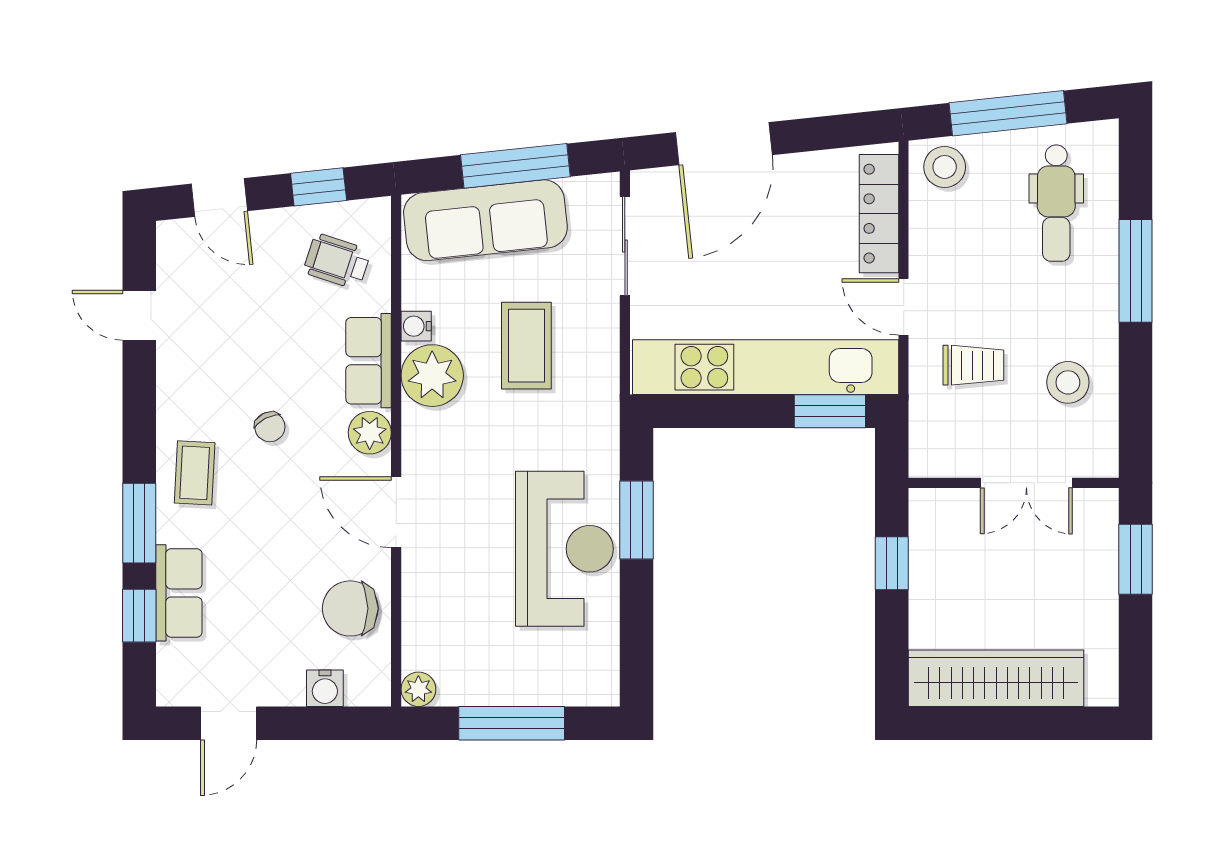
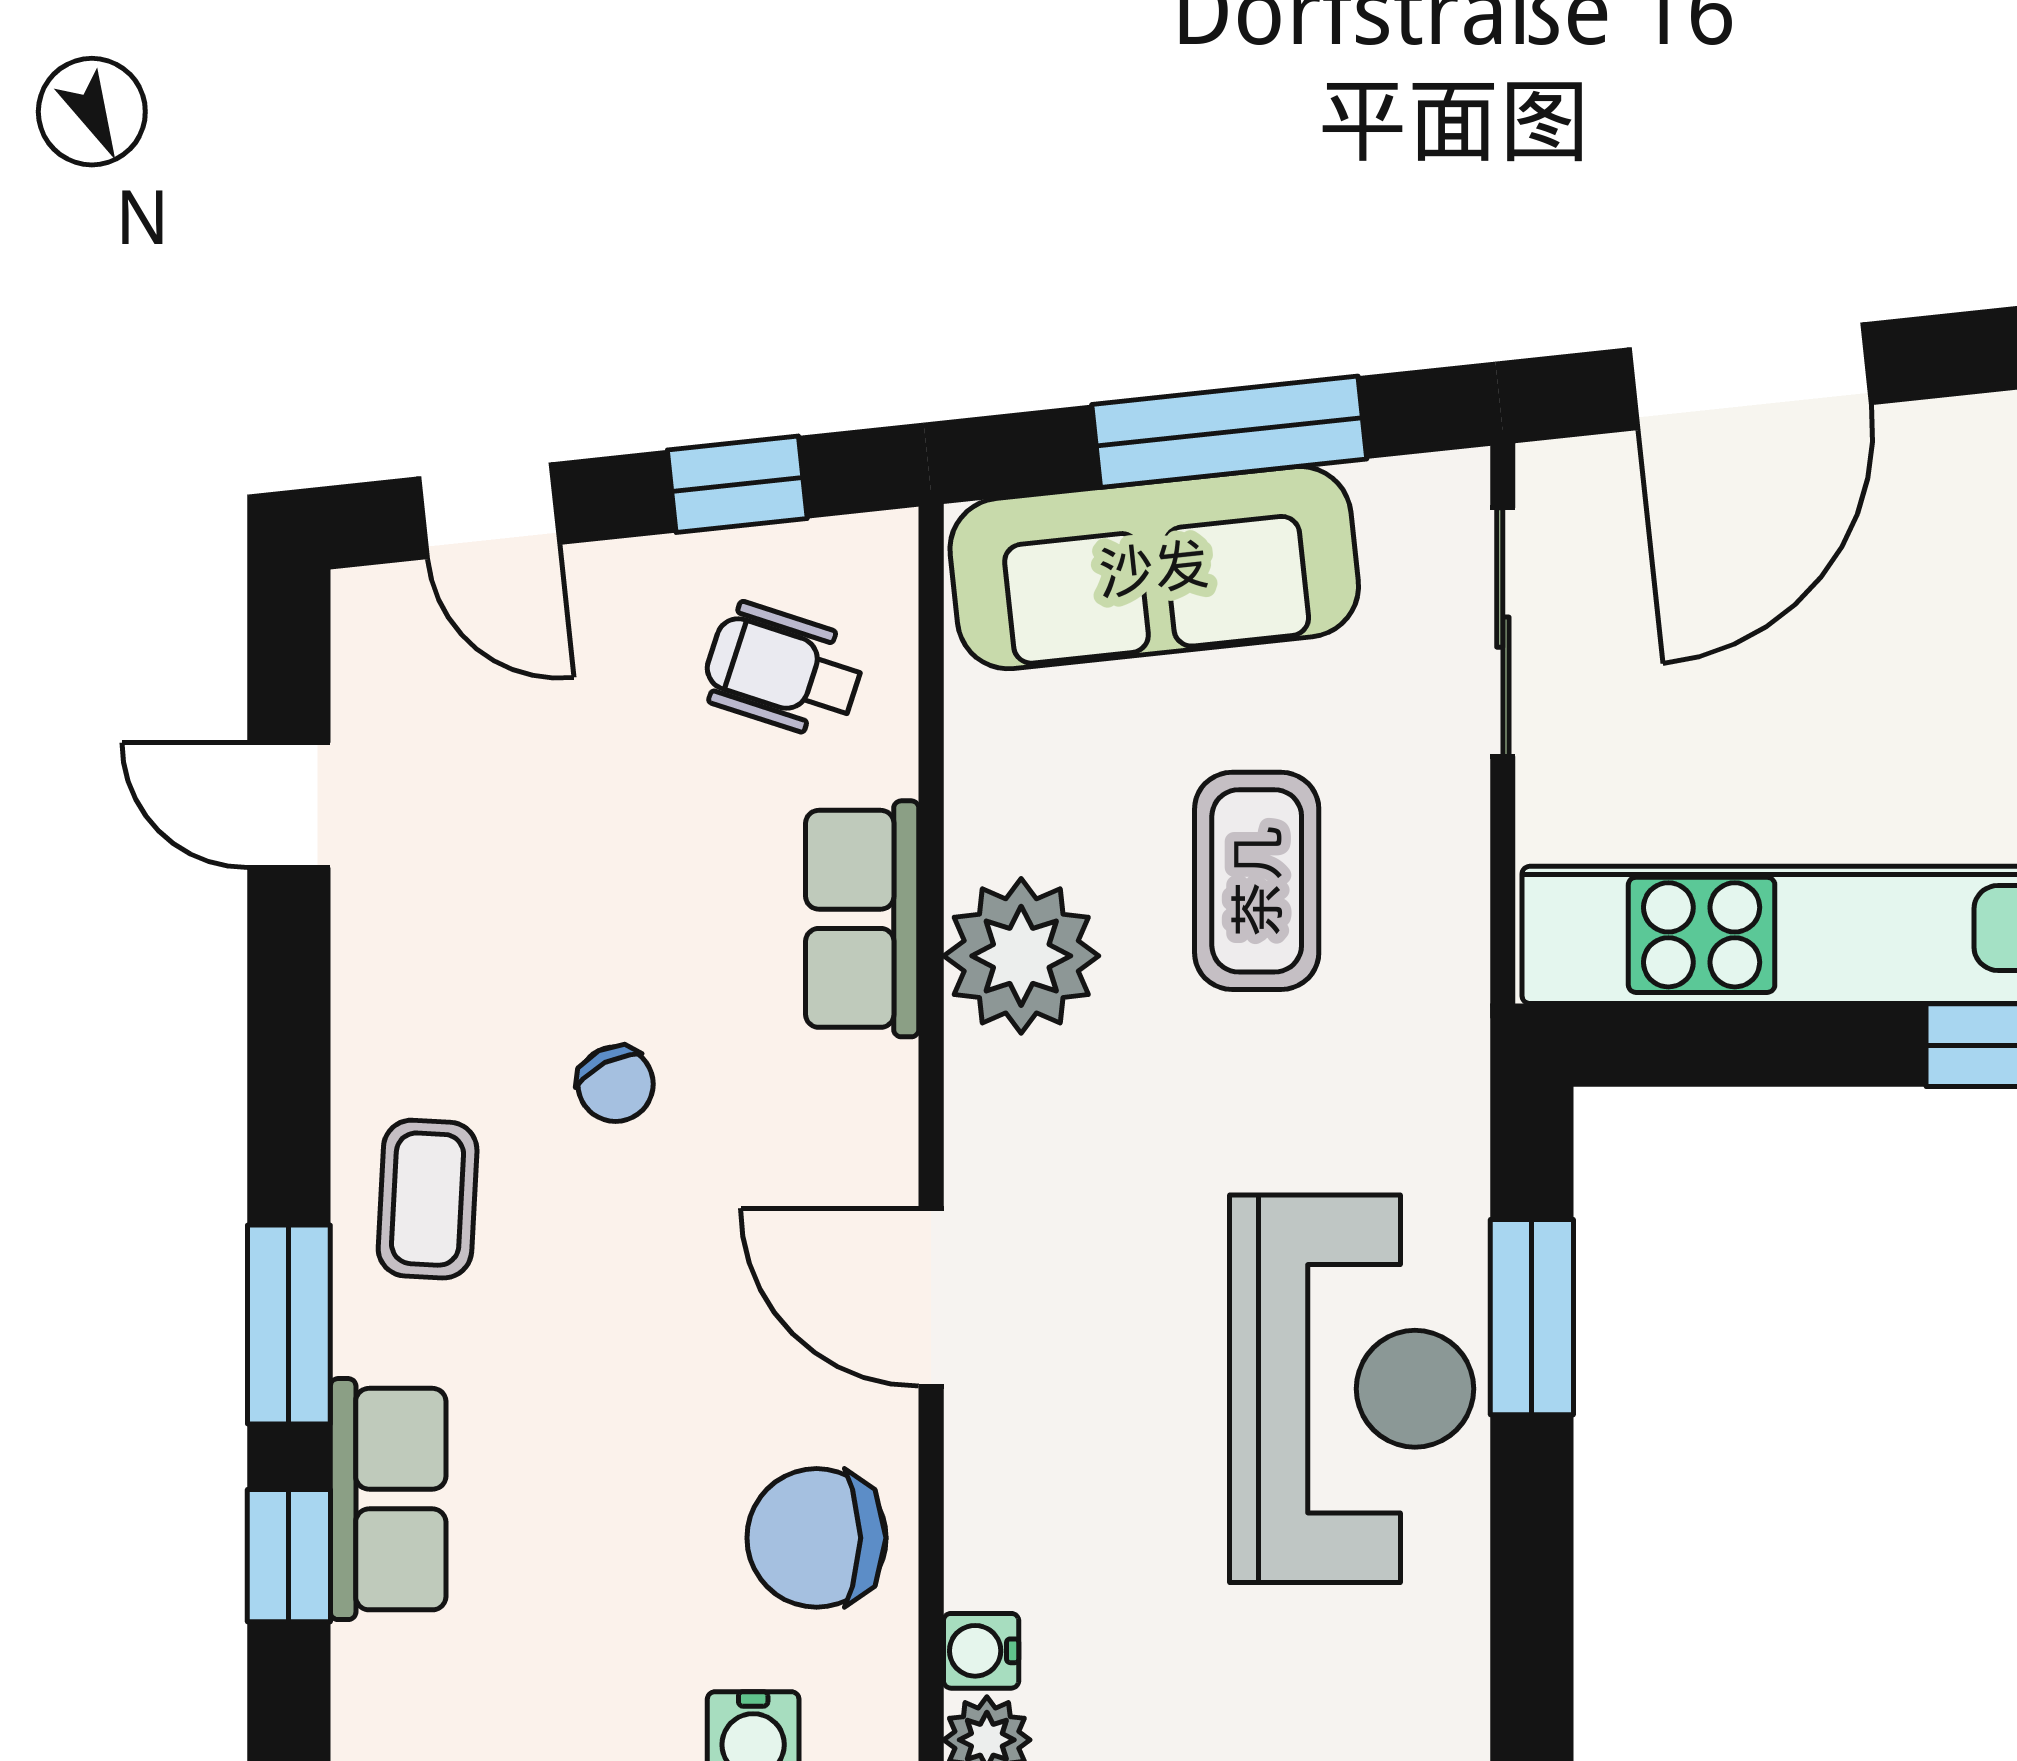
water cooler: (416, 326) -> (981, 1651), moved
plant: (370, 433) -> (865, 1099), removed

